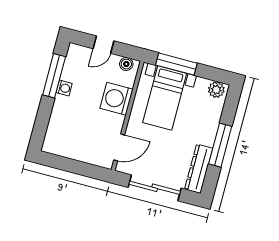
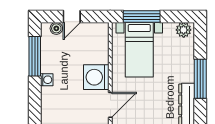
boiler: (126, 64) -> (56, 28), moved
washing machine: (64, 88) -> (47, 80), moved
washing machine: (116, 99) -> (96, 77), moved

